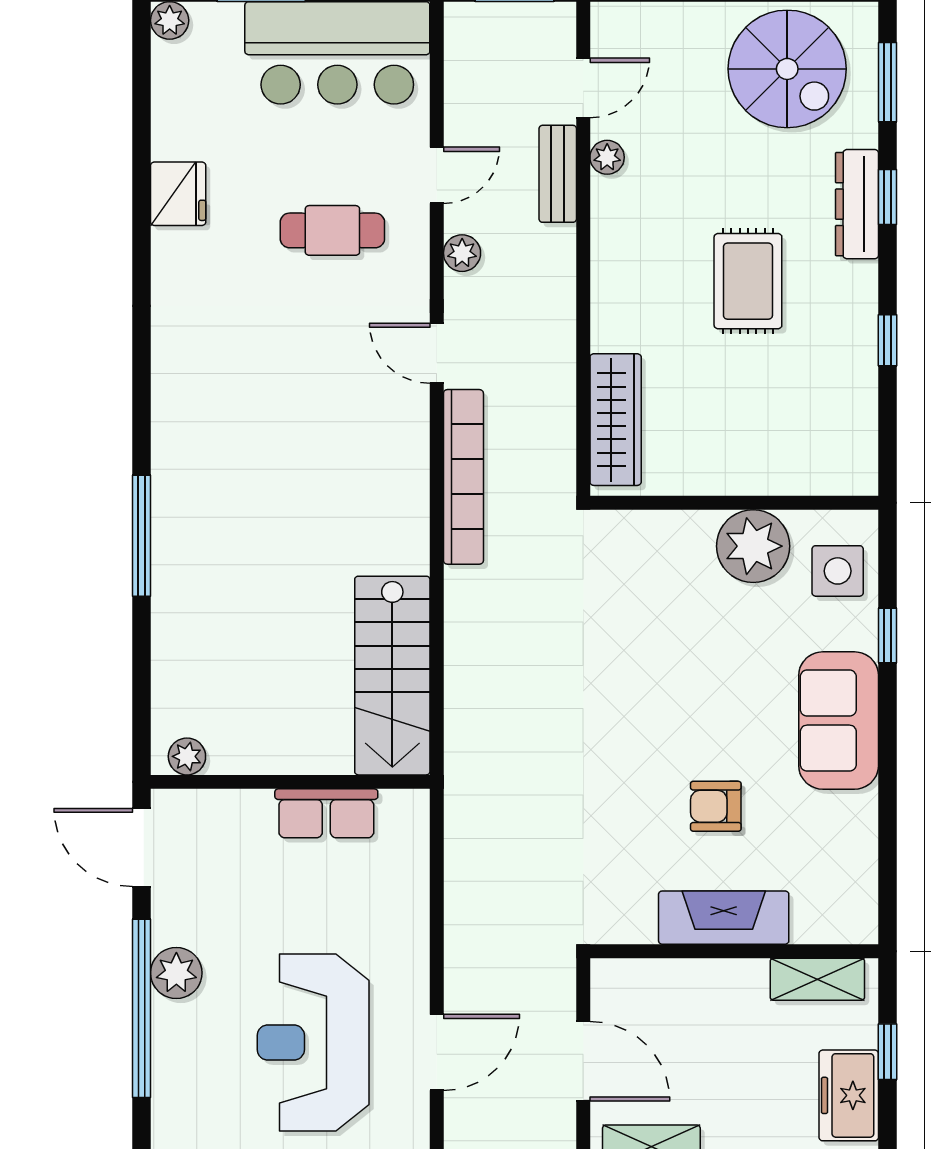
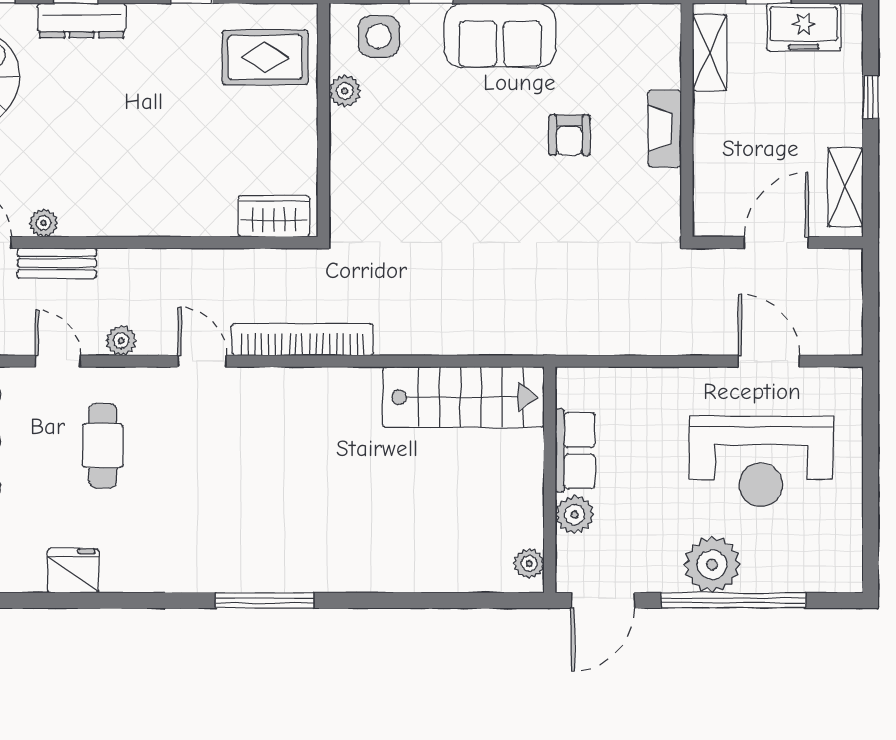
rug: (748, 281) -> (265, 57), moved
door: (437, 353) -> (202, 361), swing flipped
wardrobe: (616, 420) -> (274, 216), width x0.67
window: (142, 536) -> (265, 600), moved
plant: (753, 546) -> (345, 91), width x0.53, depth x0.53
plant: (248, 813) -> (575, 514), added
fireplace: (724, 918) -> (665, 129), width x0.73, depth x0.76
plant: (176, 973) -> (712, 565), width x1.36, depth x1.36

